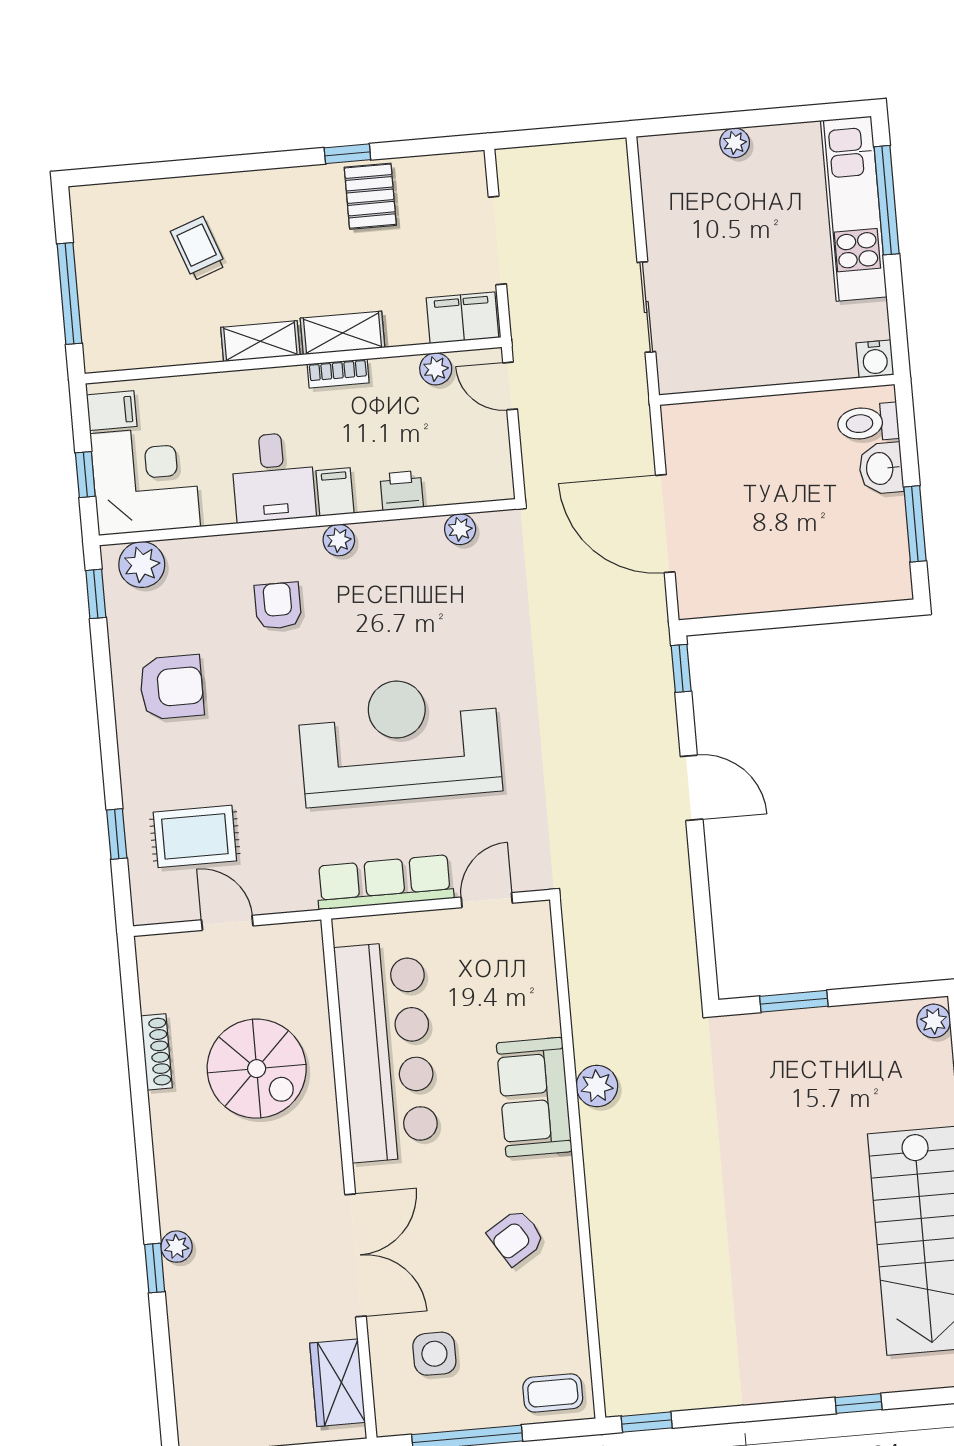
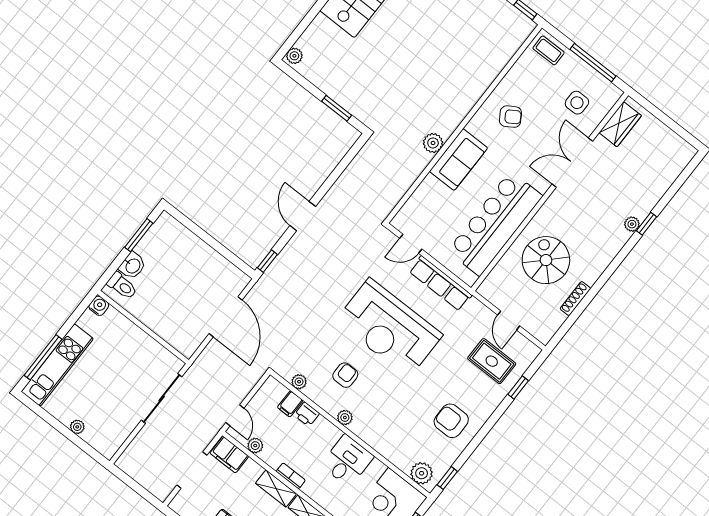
sliding door: (646, 307) -> (162, 398), width x1.37
filing cabinet: (335, 492) -> (290, 404), moved
armchair: (278, 606) -> (345, 375), moved, turned 180

